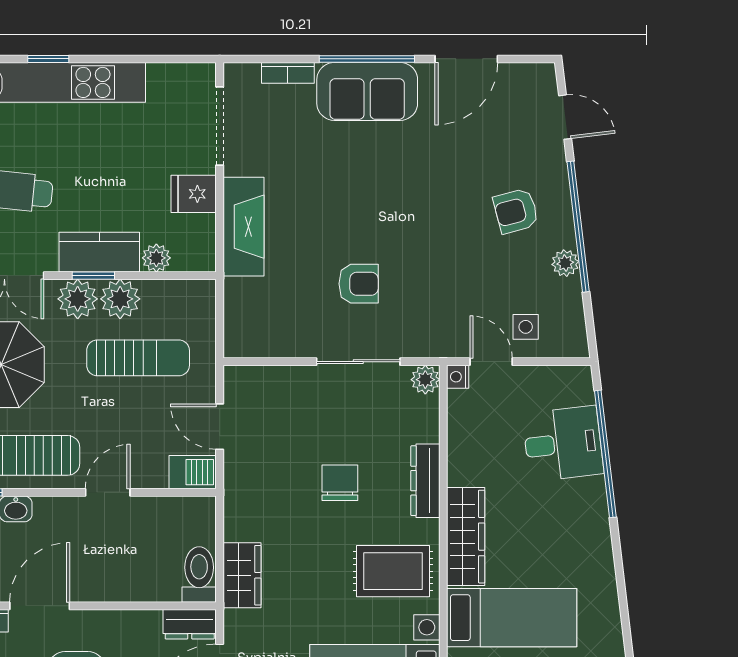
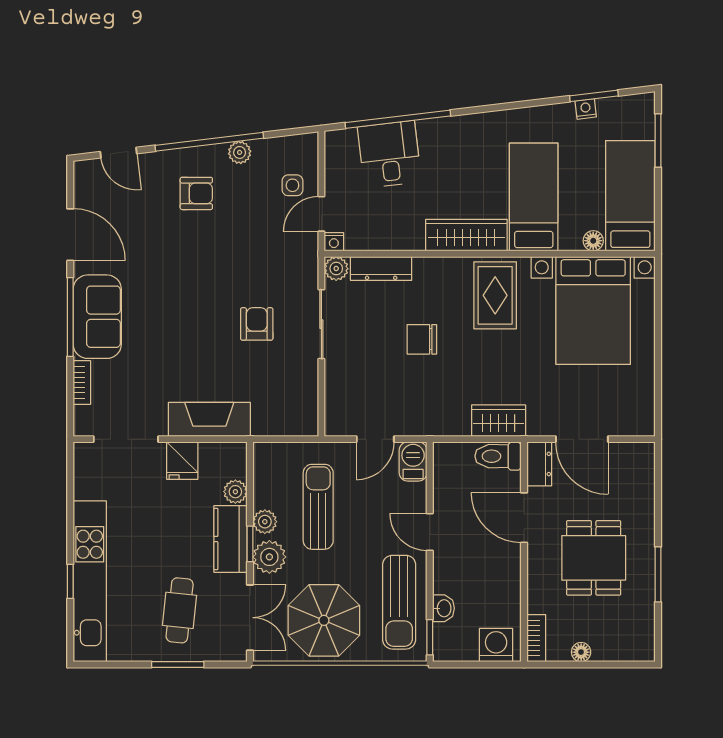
door: (565, 117) -> (118, 153), swing flipped
armchair: (516, 211) -> (196, 193), turned -75
plant: (120, 299) -> (265, 522), width x0.73, depth x0.73
dresser: (425, 481) -> (381, 268), moved
door: (40, 606) -> (524, 518), moved

